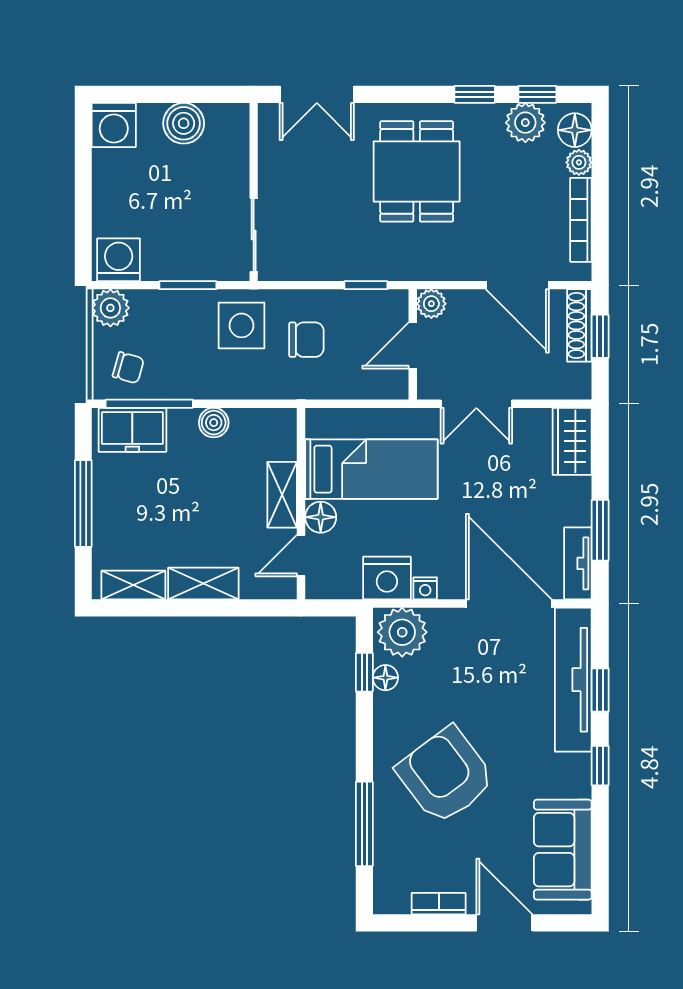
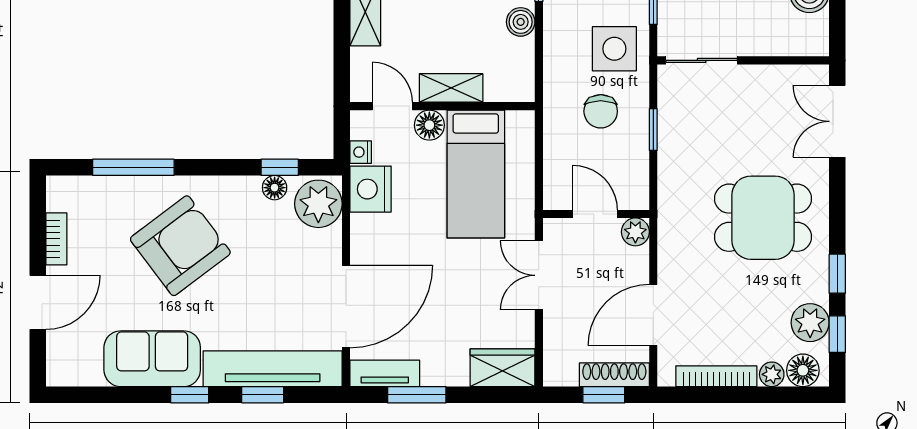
window: (366, 285) -> (653, 130), moved
nightstand: (425, 588) -> (361, 152), moved
sofa: (563, 850) -> (152, 359), moved

